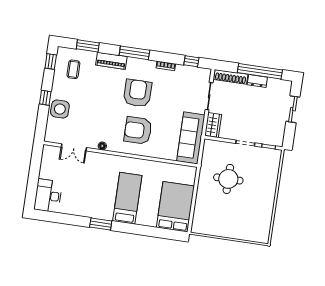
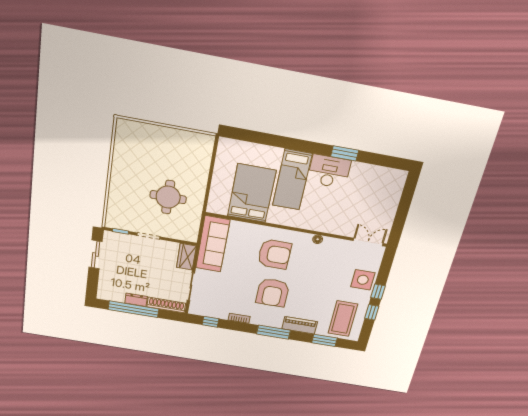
window: (51, 62) -> (372, 312), moved
coffee table: (73, 69) -> (343, 319), width x1.86, depth x1.72
sliding door: (293, 109) -> (96, 255), moved
double door: (74, 147) -> (368, 242), moved
desk: (48, 196) -> (329, 171), moved, turned -90
bed: (175, 207) -> (252, 193), moved, turned 180
window: (101, 224) -> (345, 153), moved

